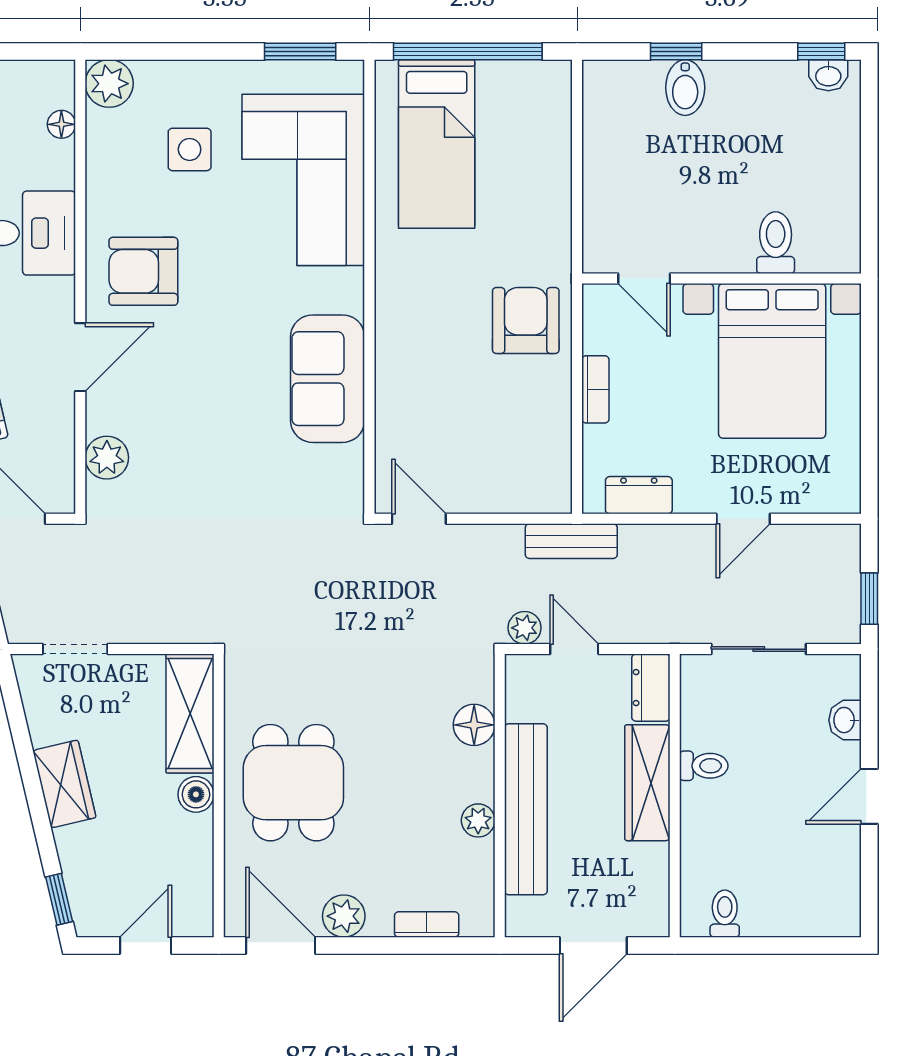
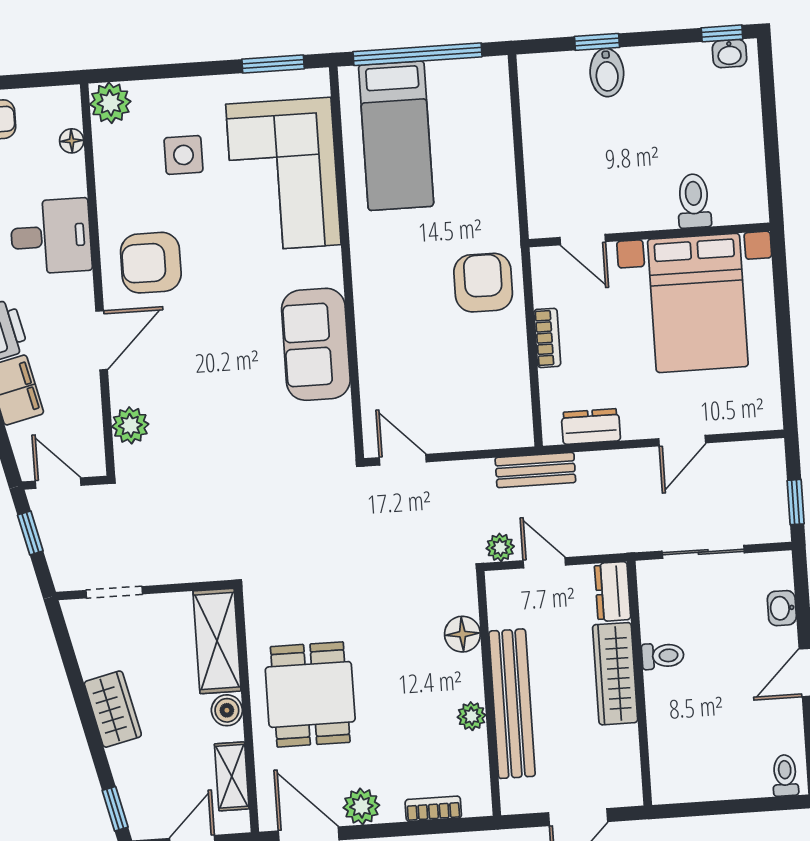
shelving: (196, 871) -> (232, 776), added
toilet: (725, 914) -> (785, 775), moved

